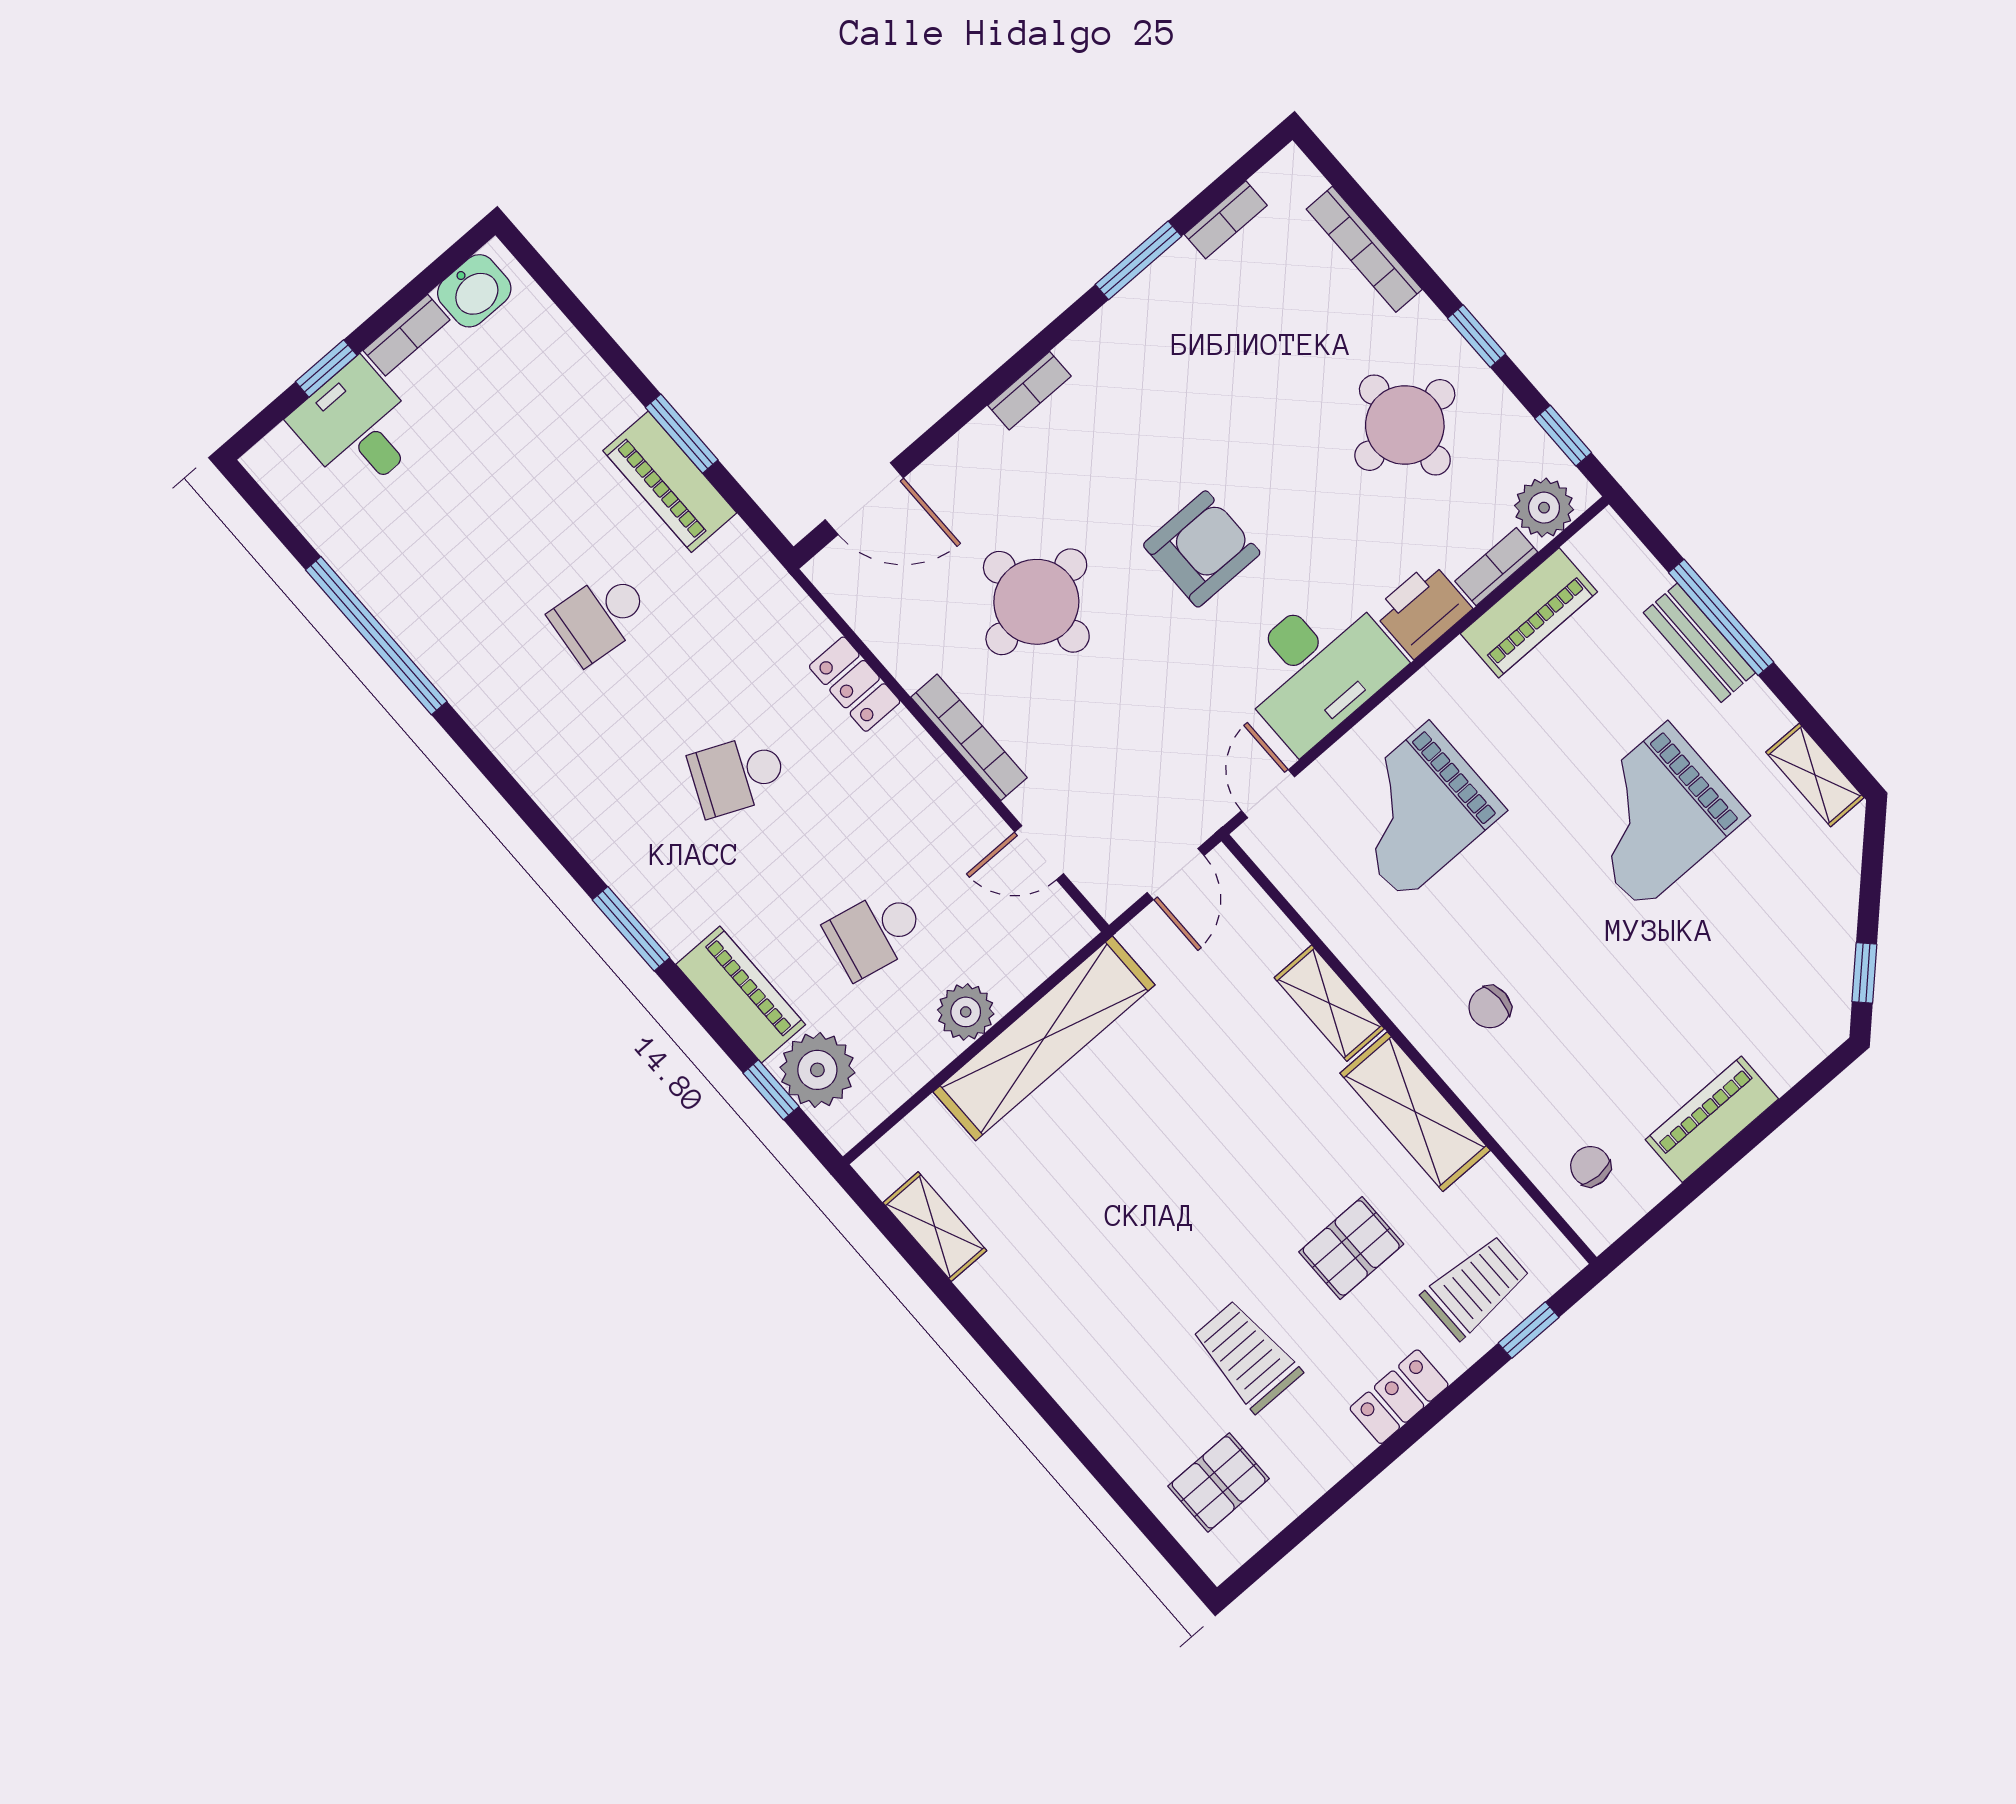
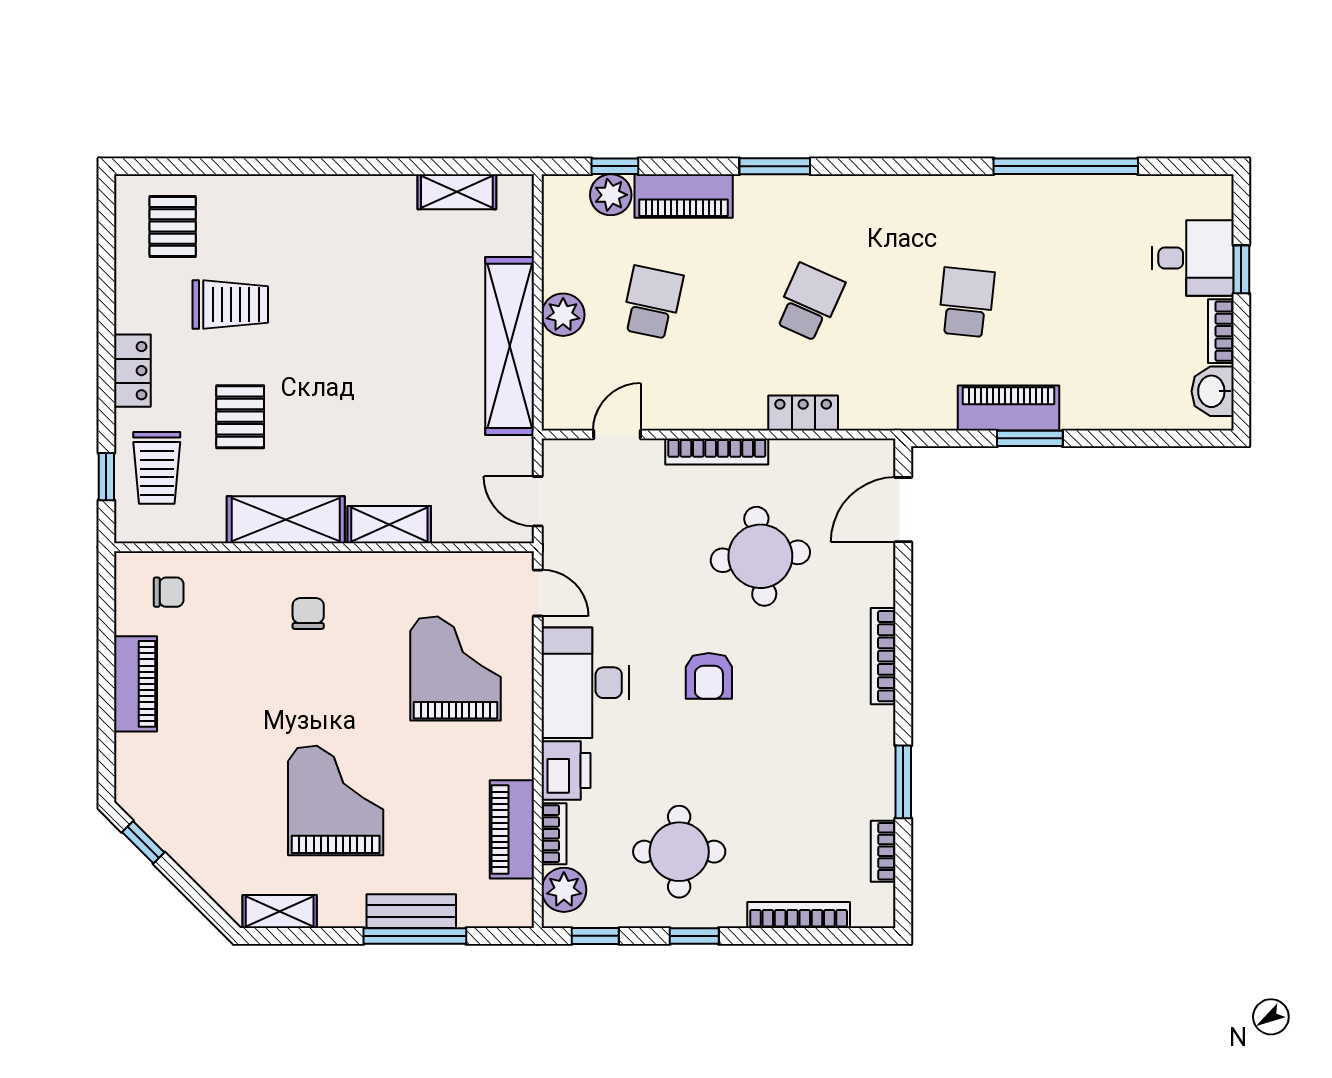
bookcase: (1029, 391) -> (883, 656), width x1.56
armchair: (1202, 549) -> (709, 676), width x0.72, depth x0.72
plant: (817, 1070) -> (611, 195), width x0.73, depth x0.73

